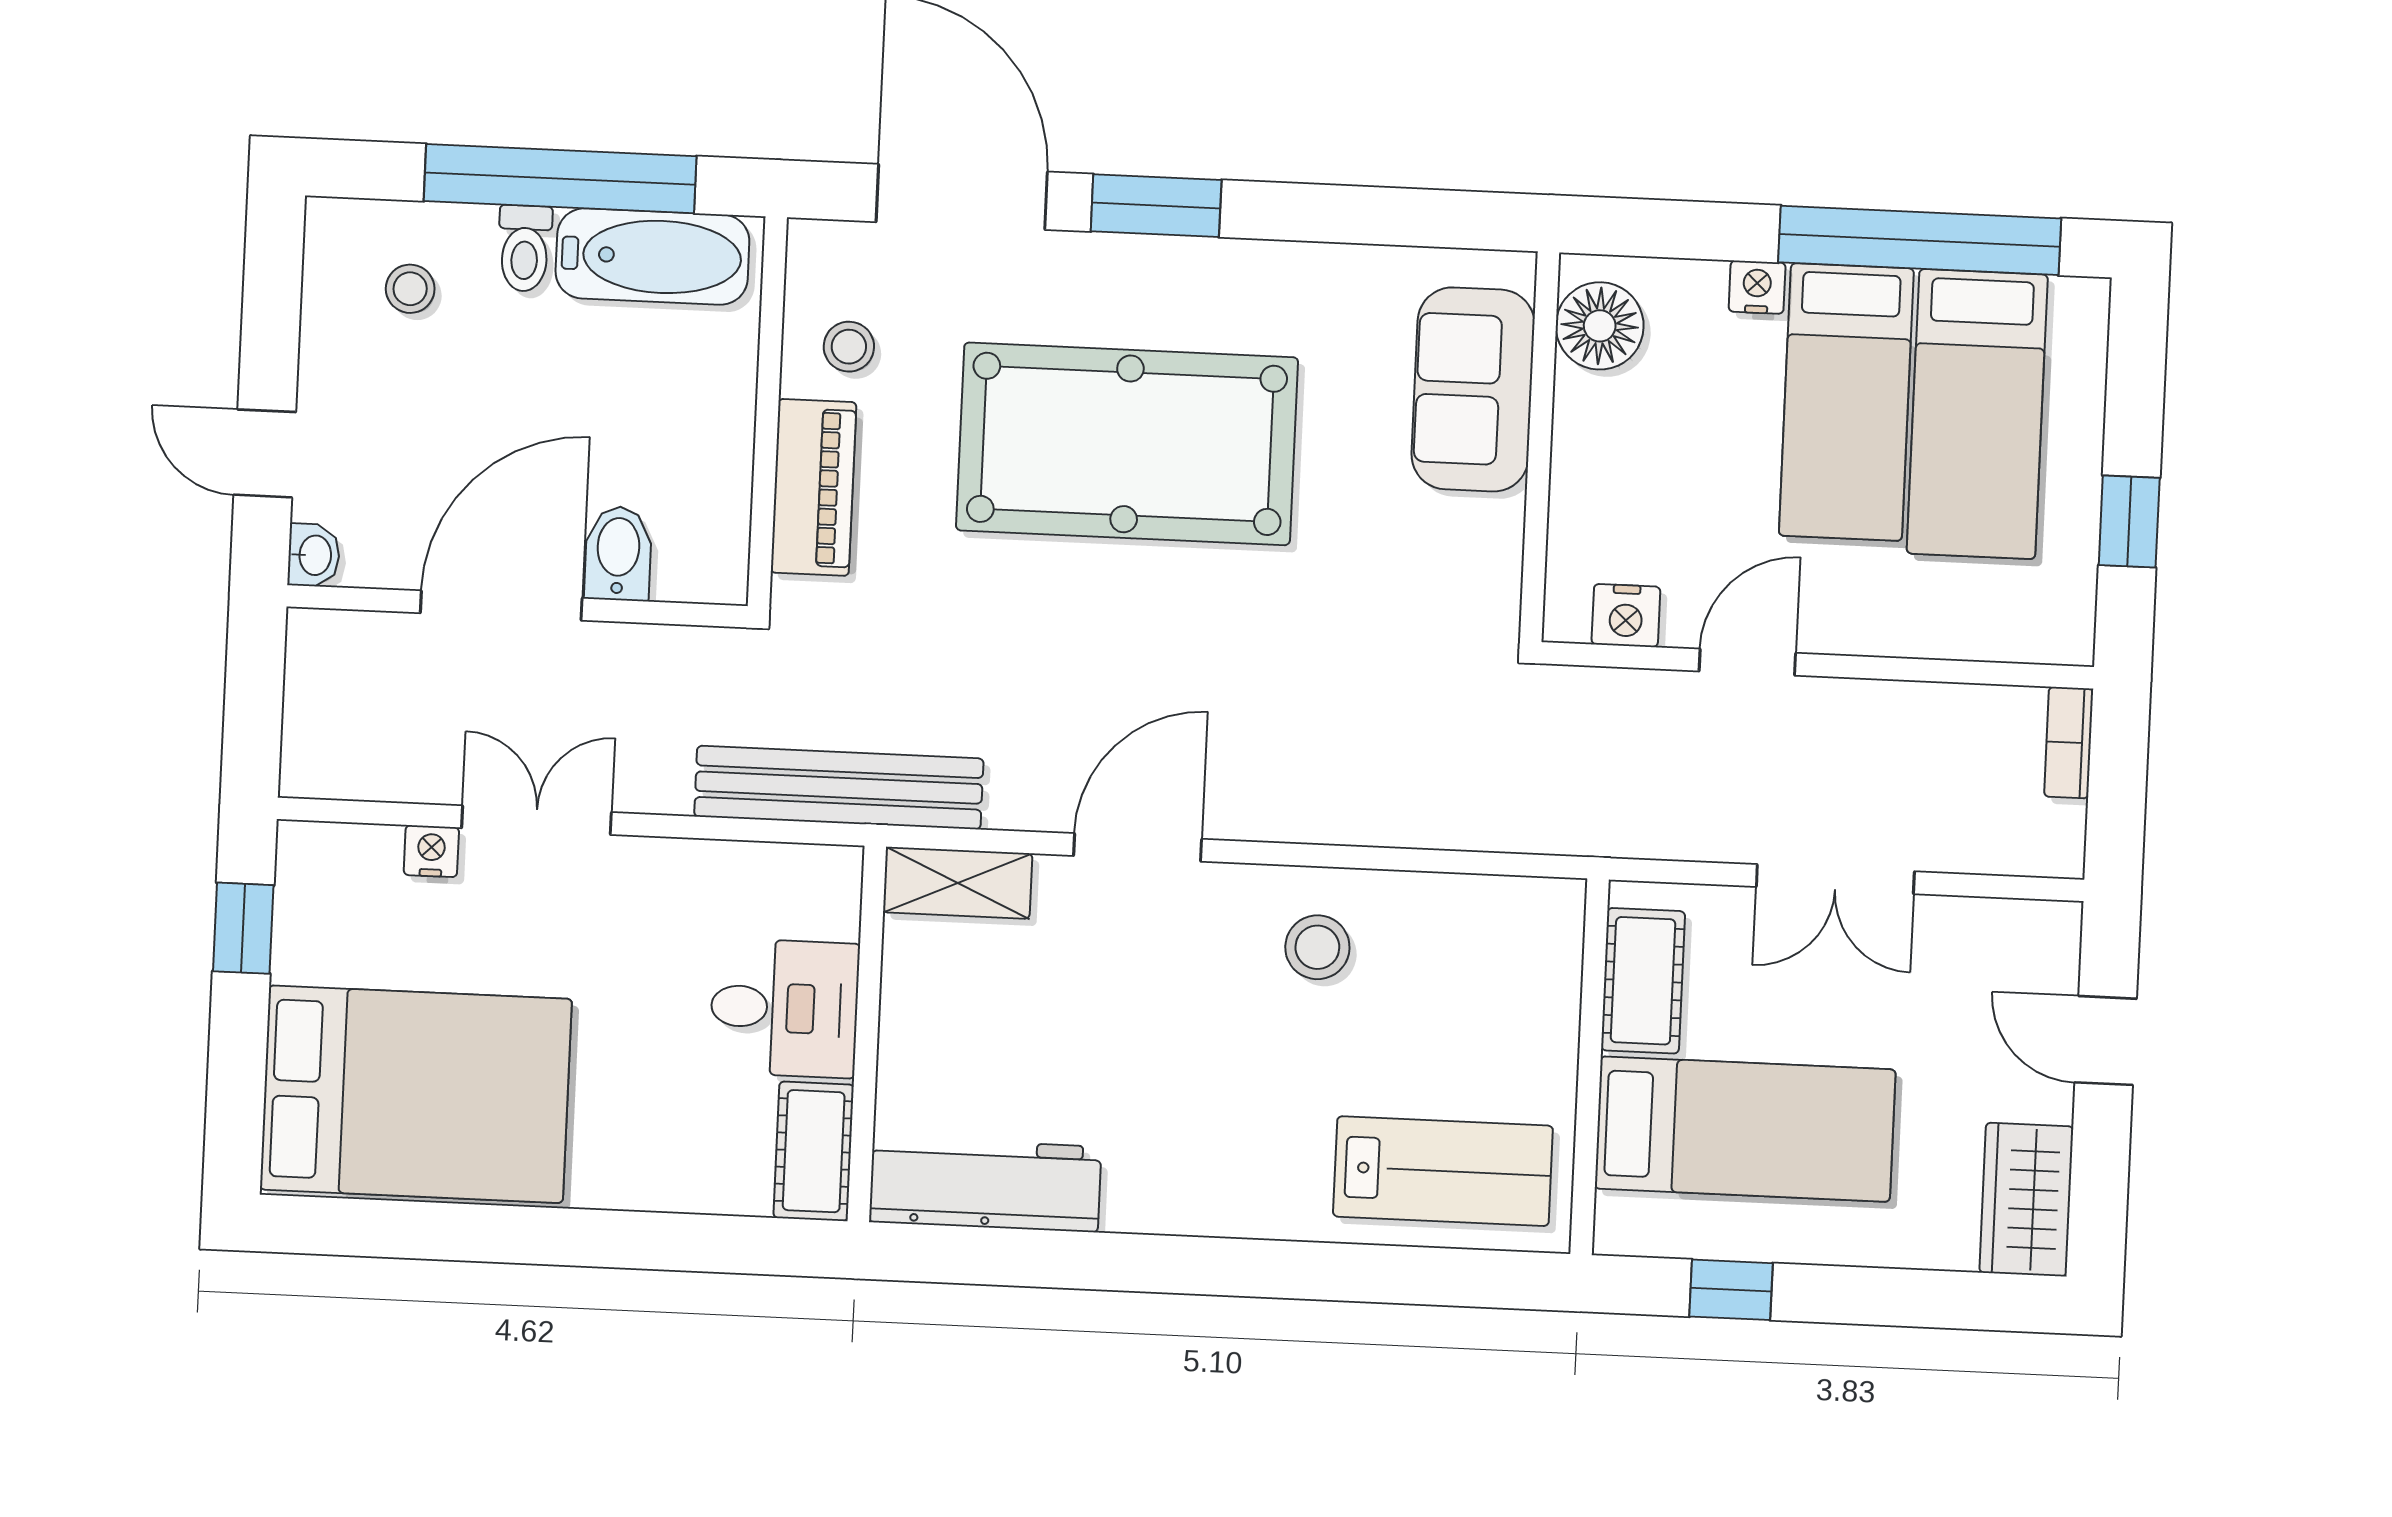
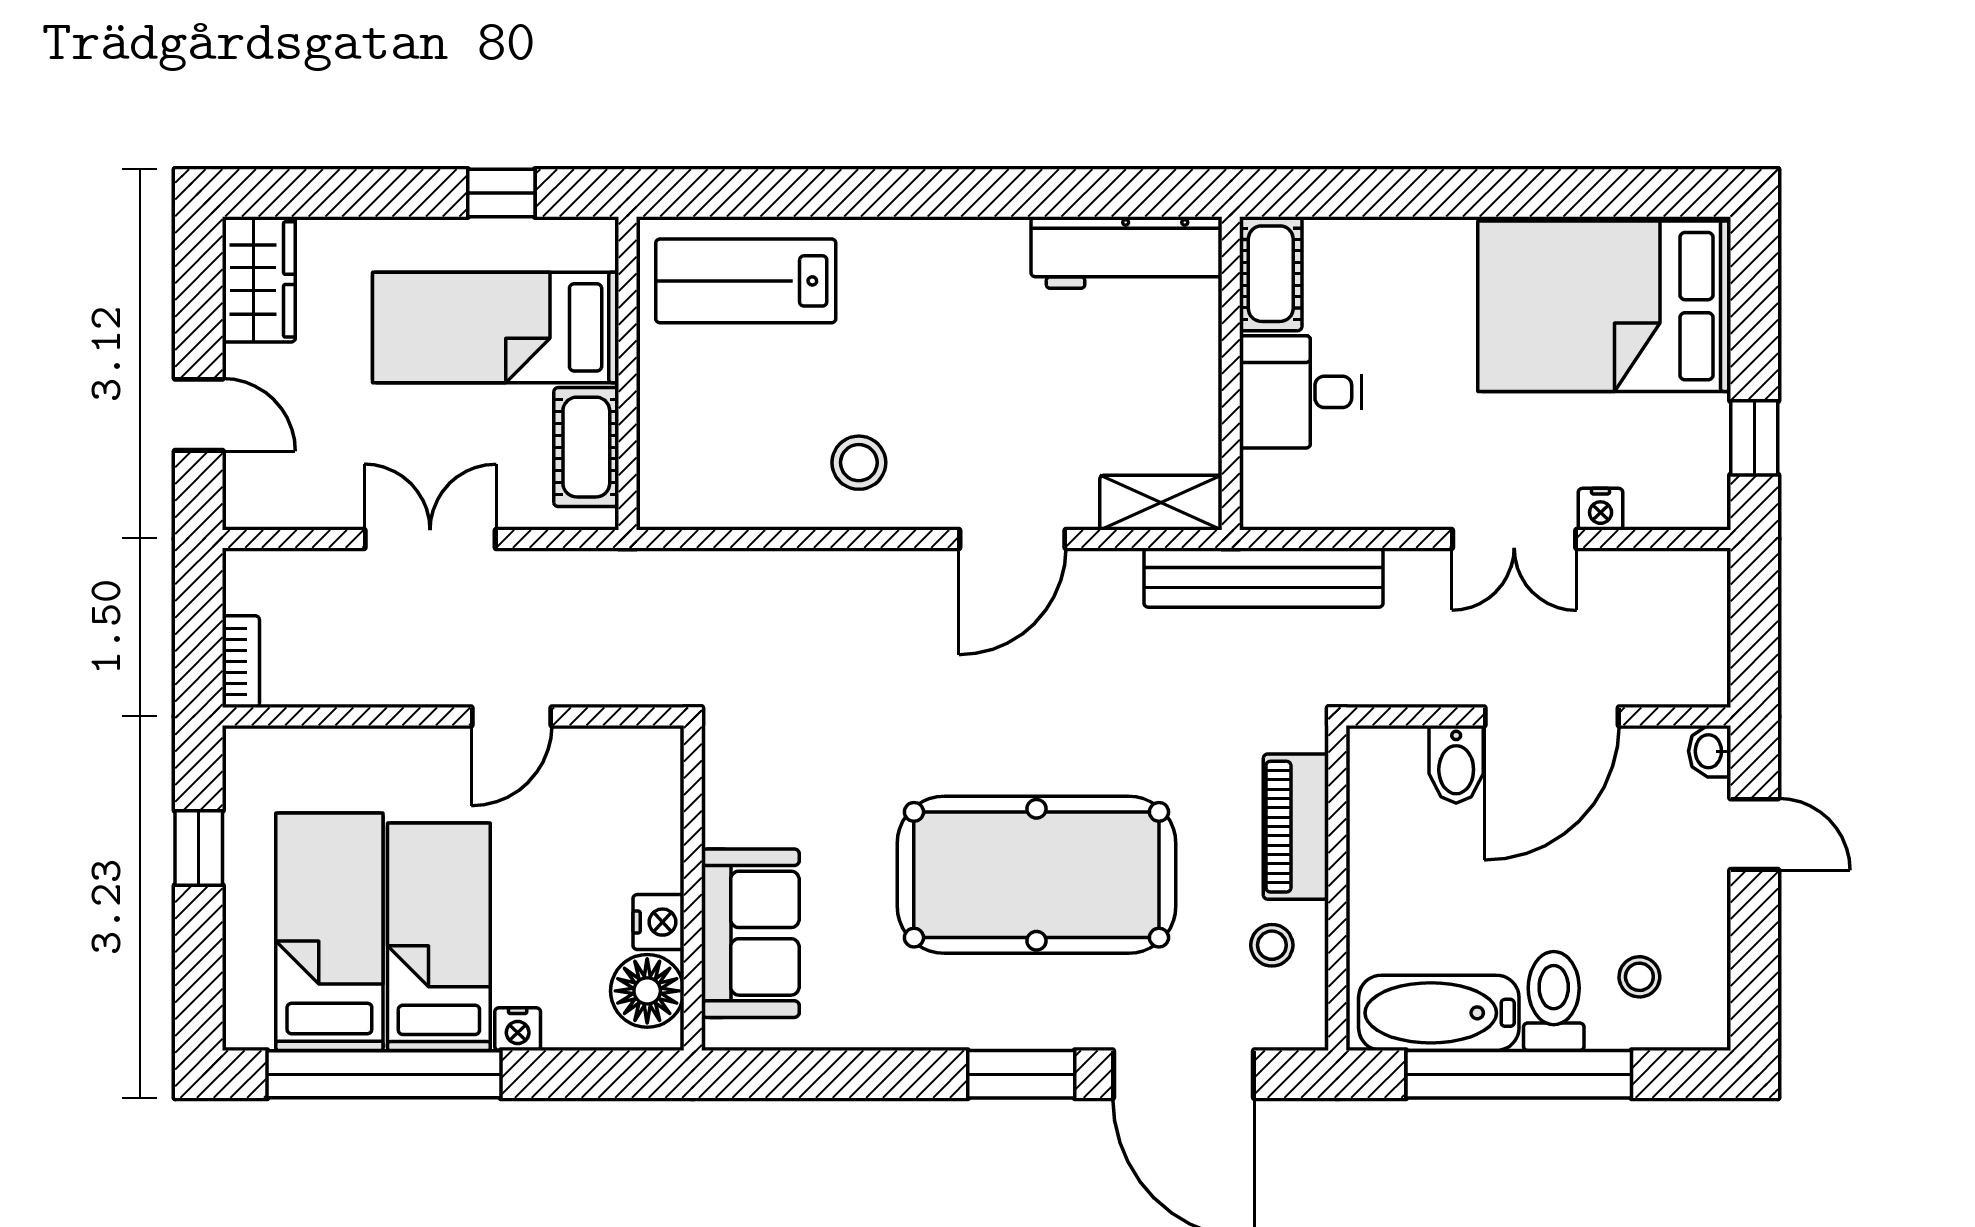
toilet: (525, 248) -> (1554, 1001), width x1.37, depth x1.39
nightstand: (1626, 616) -> (658, 922), moved, turned 90

